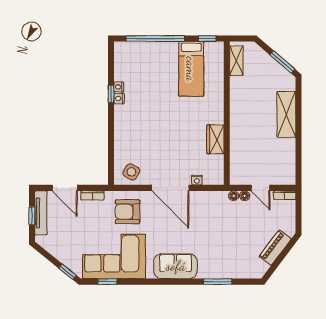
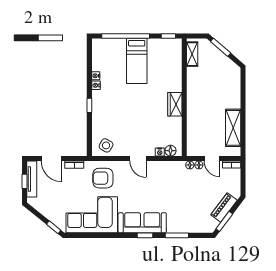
window: (282, 62) -> (221, 47), moved
bed: (191, 69) -> (137, 61), moved
window: (111, 94) -> (89, 105), moved
shelving: (286, 114) -> (233, 128), moved
wardrobe: (215, 139) -> (175, 104), moved
floor lamp: (210, 178) -> (170, 151), added
door: (170, 188) -> (138, 159), width x0.53
window: (276, 265) -> (224, 221), added
sofa: (176, 266) -> (142, 223), width x1.36
window: (107, 282) -> (145, 235), moved

